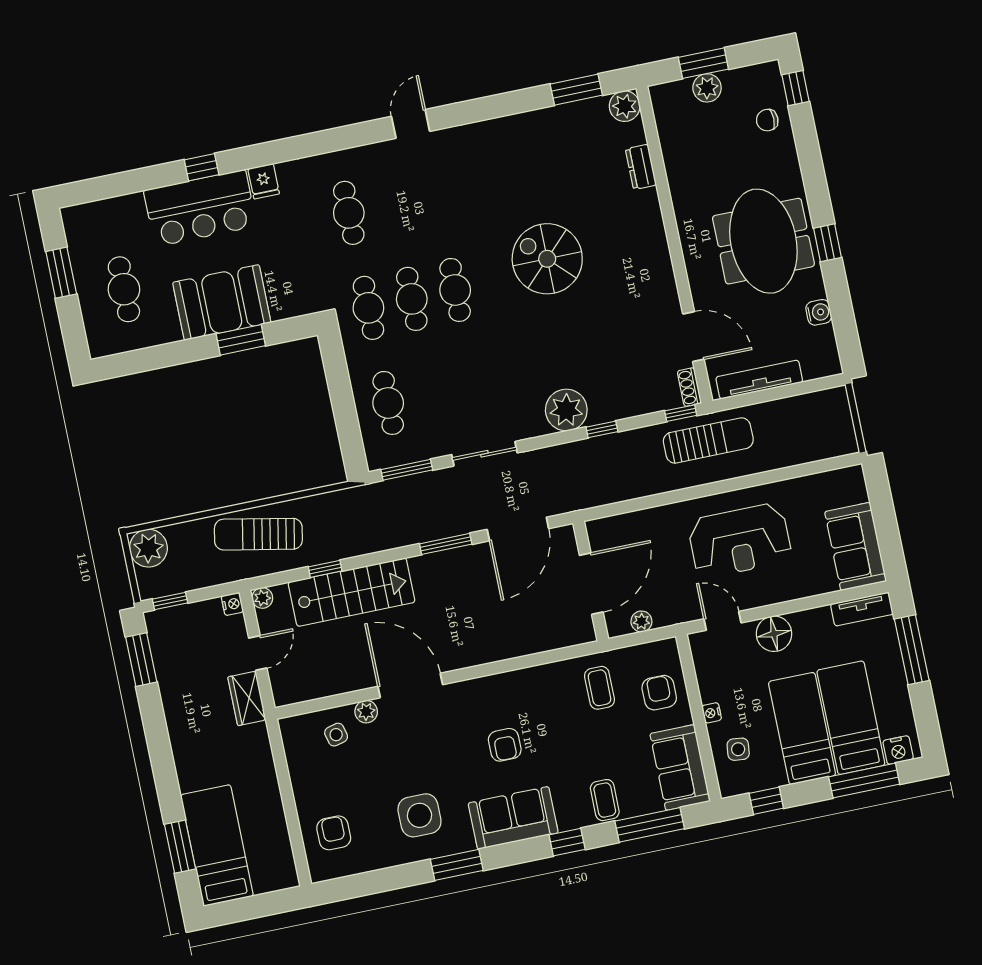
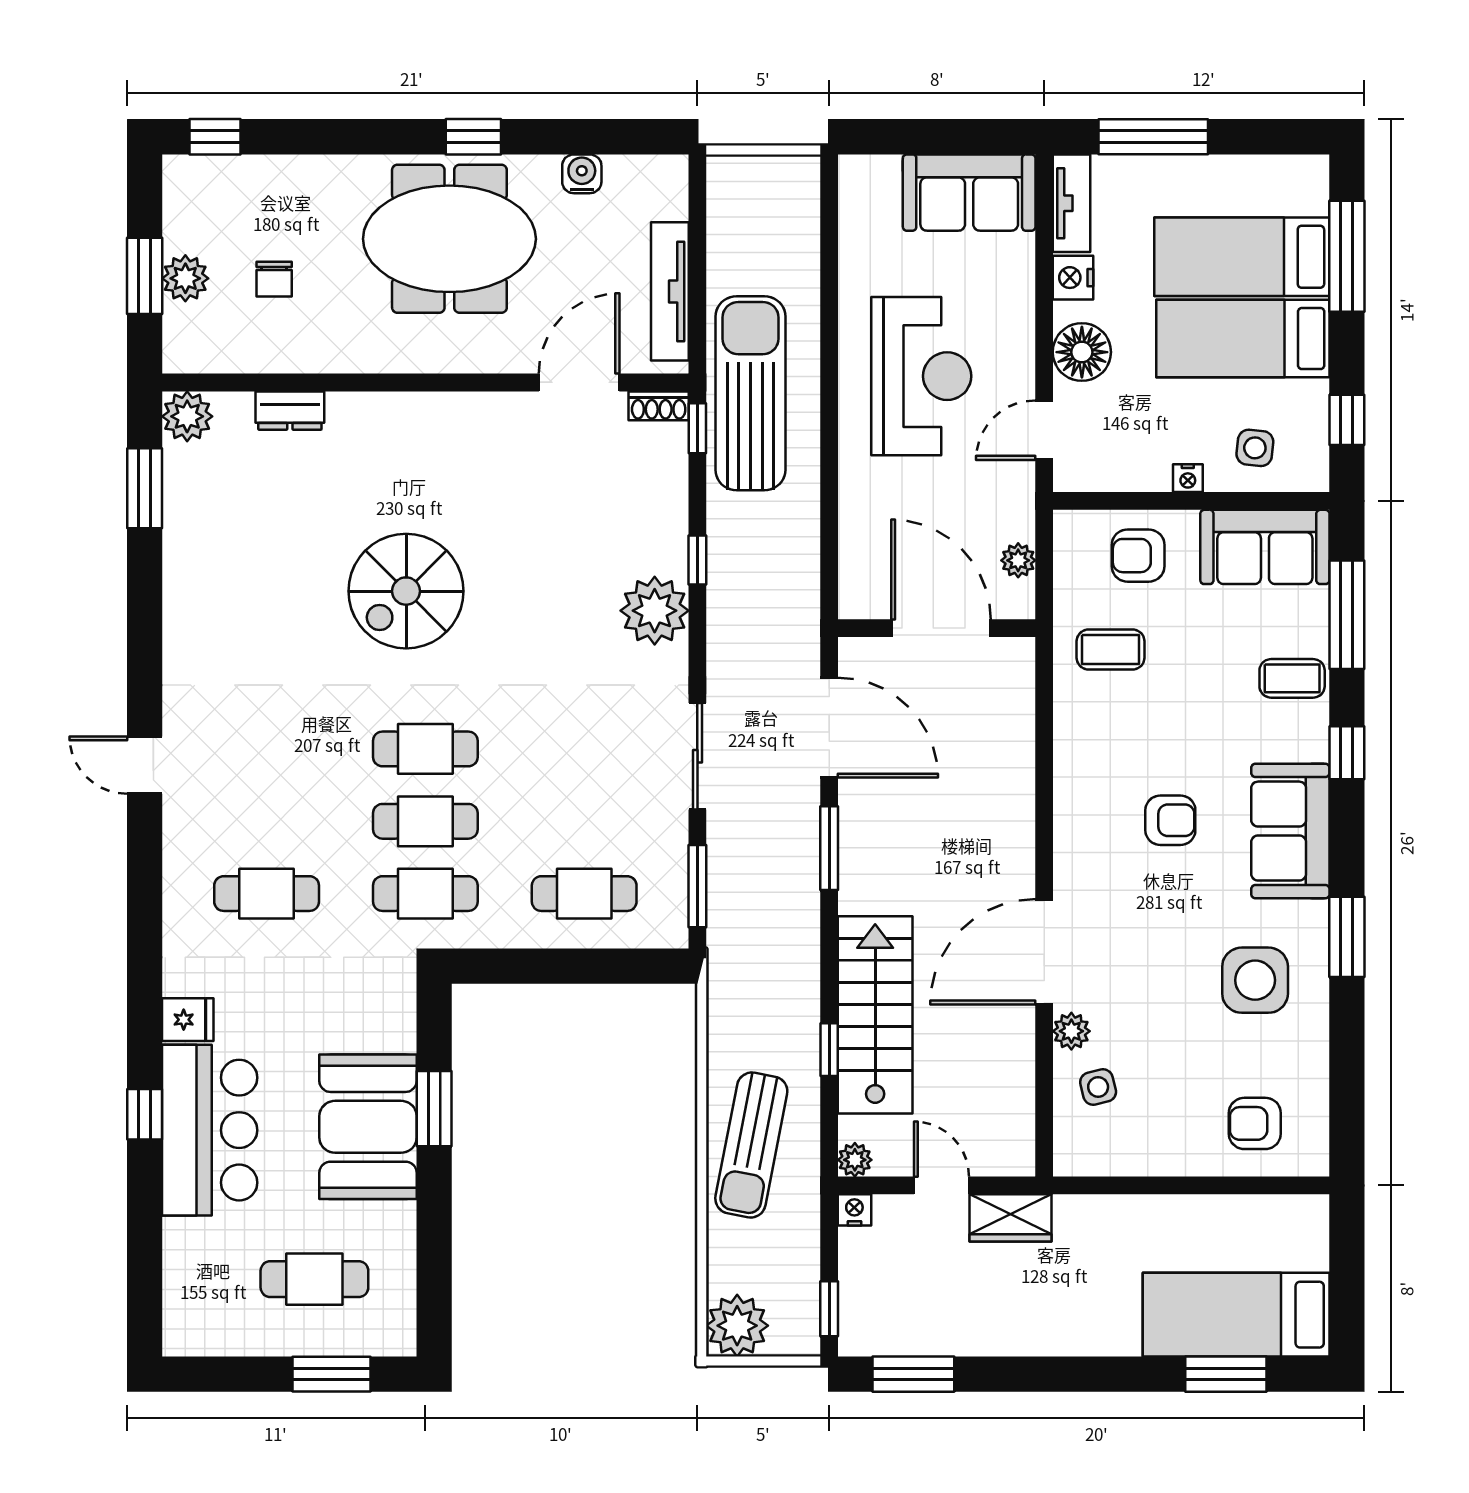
chair: (767, 120) -> (274, 279), moved
window: (61, 273) -> (331, 1374), moved
sun lounger: (708, 440) -> (750, 393), width x1.36, depth x1.34
nightstand: (898, 750) -> (1073, 278), moved, turned 180

